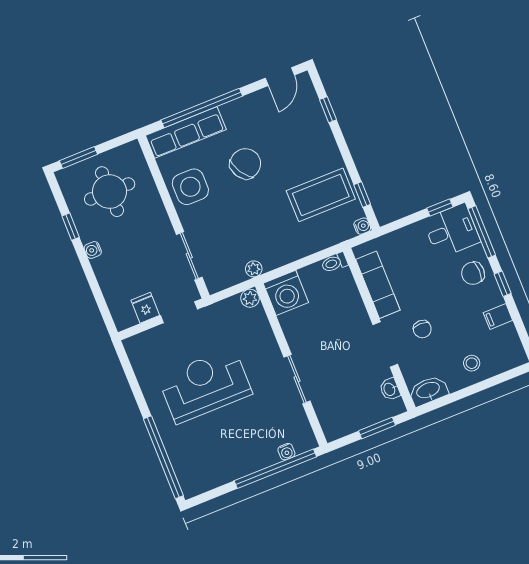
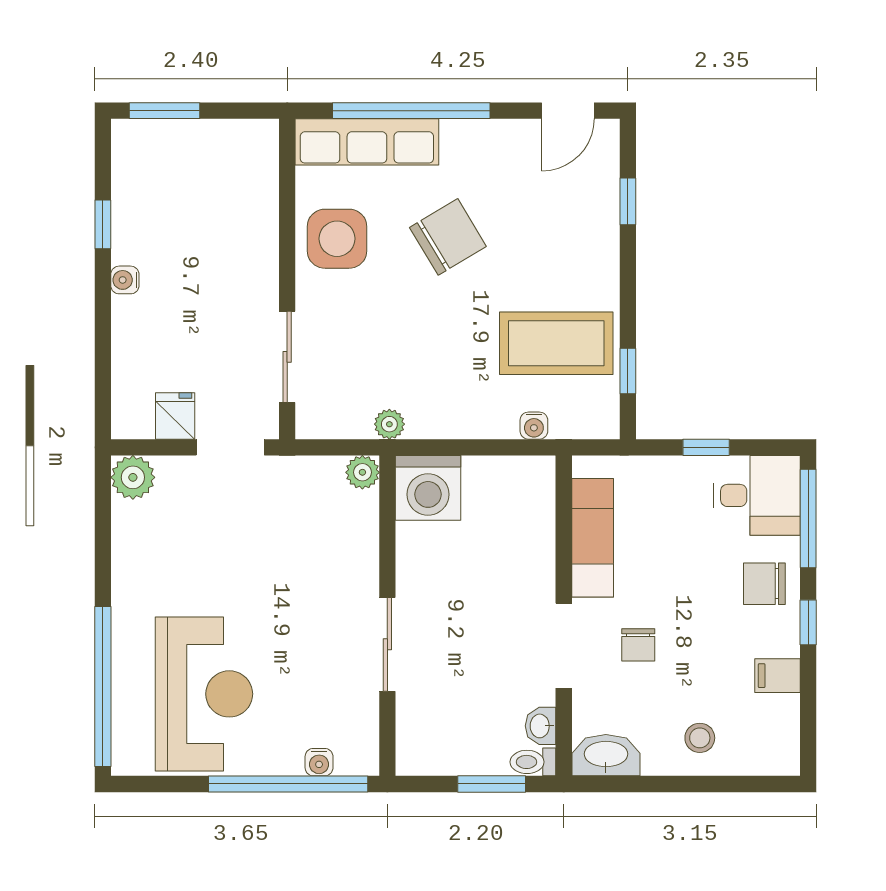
round table: (110, 192) -> (194, 191), removed
window: (440, 207) -> (706, 447), moved
water cooler: (362, 226) -> (534, 426), moved, turned 90
toilet: (334, 263) -> (533, 762), moved
plant: (136, 347) -> (133, 477), added
reception desk: (205, 385) -> (204, 694), moved, turned 90

